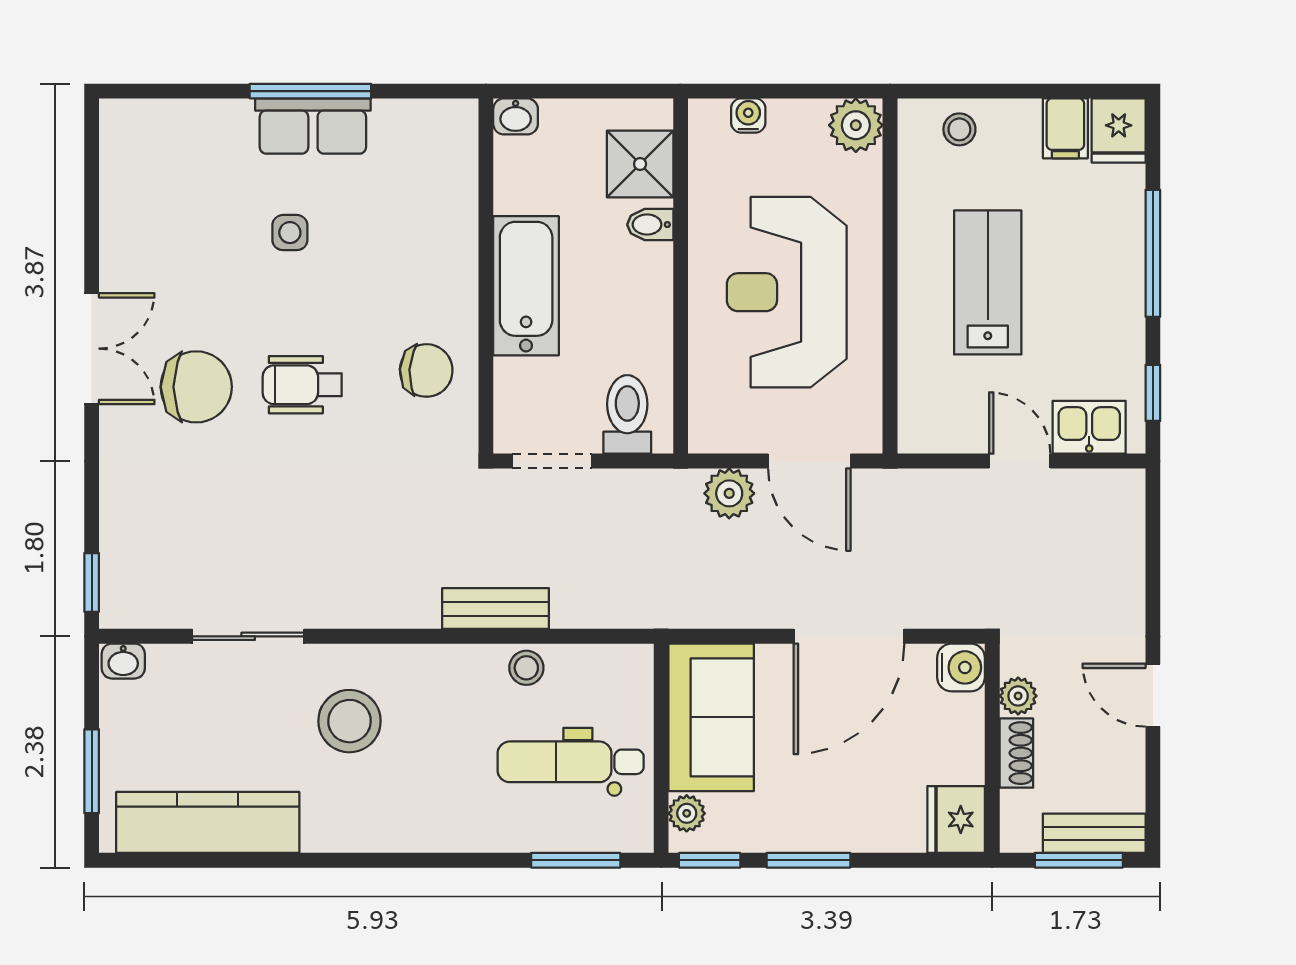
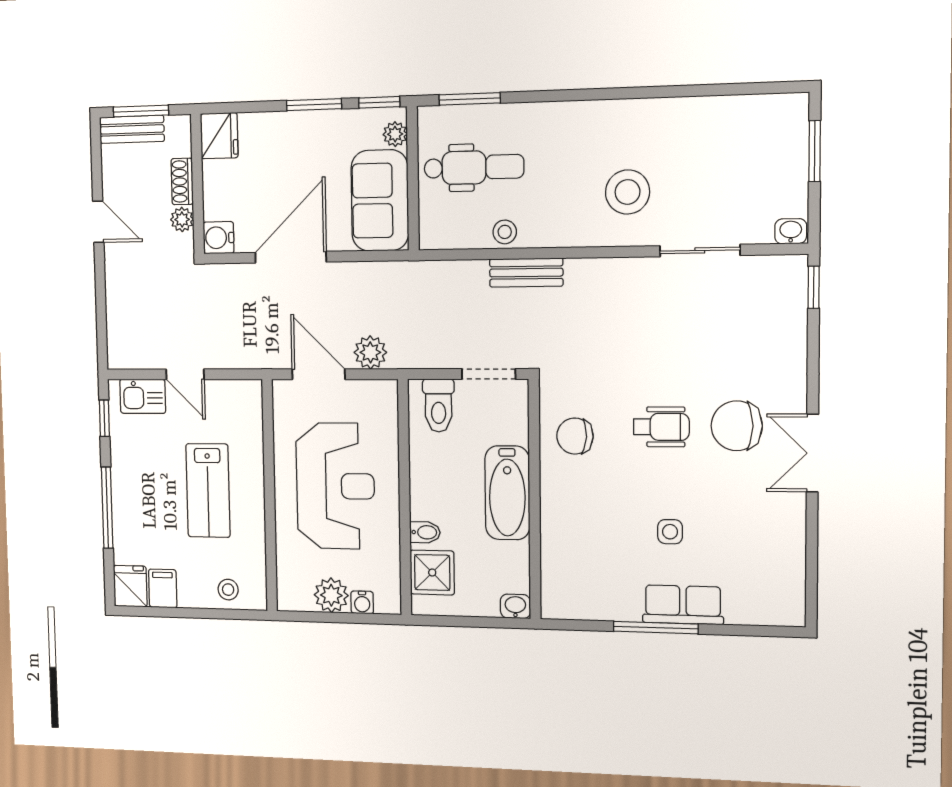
plant: (856, 125) -> (331, 595), moved
row of seats: (313, 126) -> (683, 605), moved
kitchen counter: (208, 822) -> (729, 117), removed

